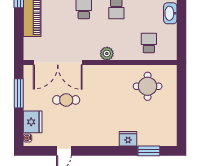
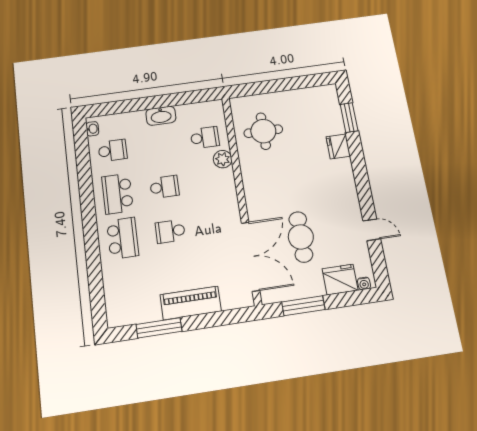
school desk: (149, 43) -> (205, 138), turned 180
plant: (107, 54) -> (223, 159), moved
cafe table: (66, 100) -> (301, 237), width x1.37, depth x1.35

